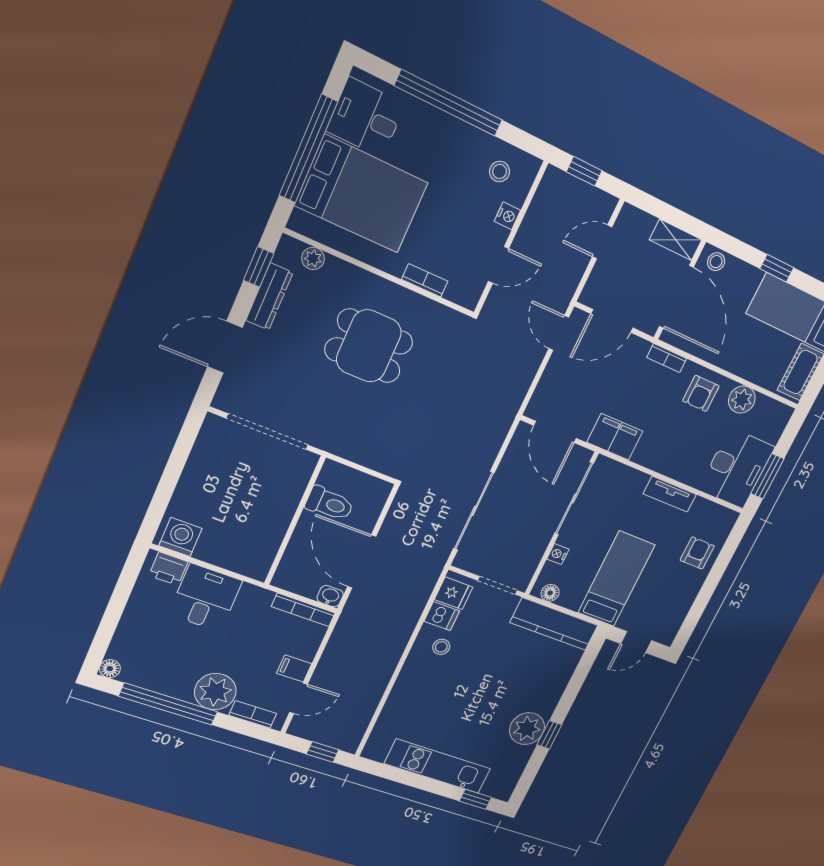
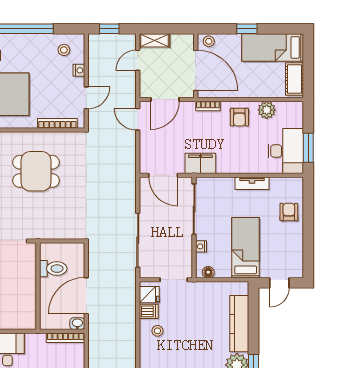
shelving: (676, 240) -> (154, 40), moved
bookcase: (425, 280) -> (57, 123), width x1.56
door: (362, 562) -> (86, 296), hinge flipped
kitchen counter: (554, 624) -> (239, 324), moved, turned 90

